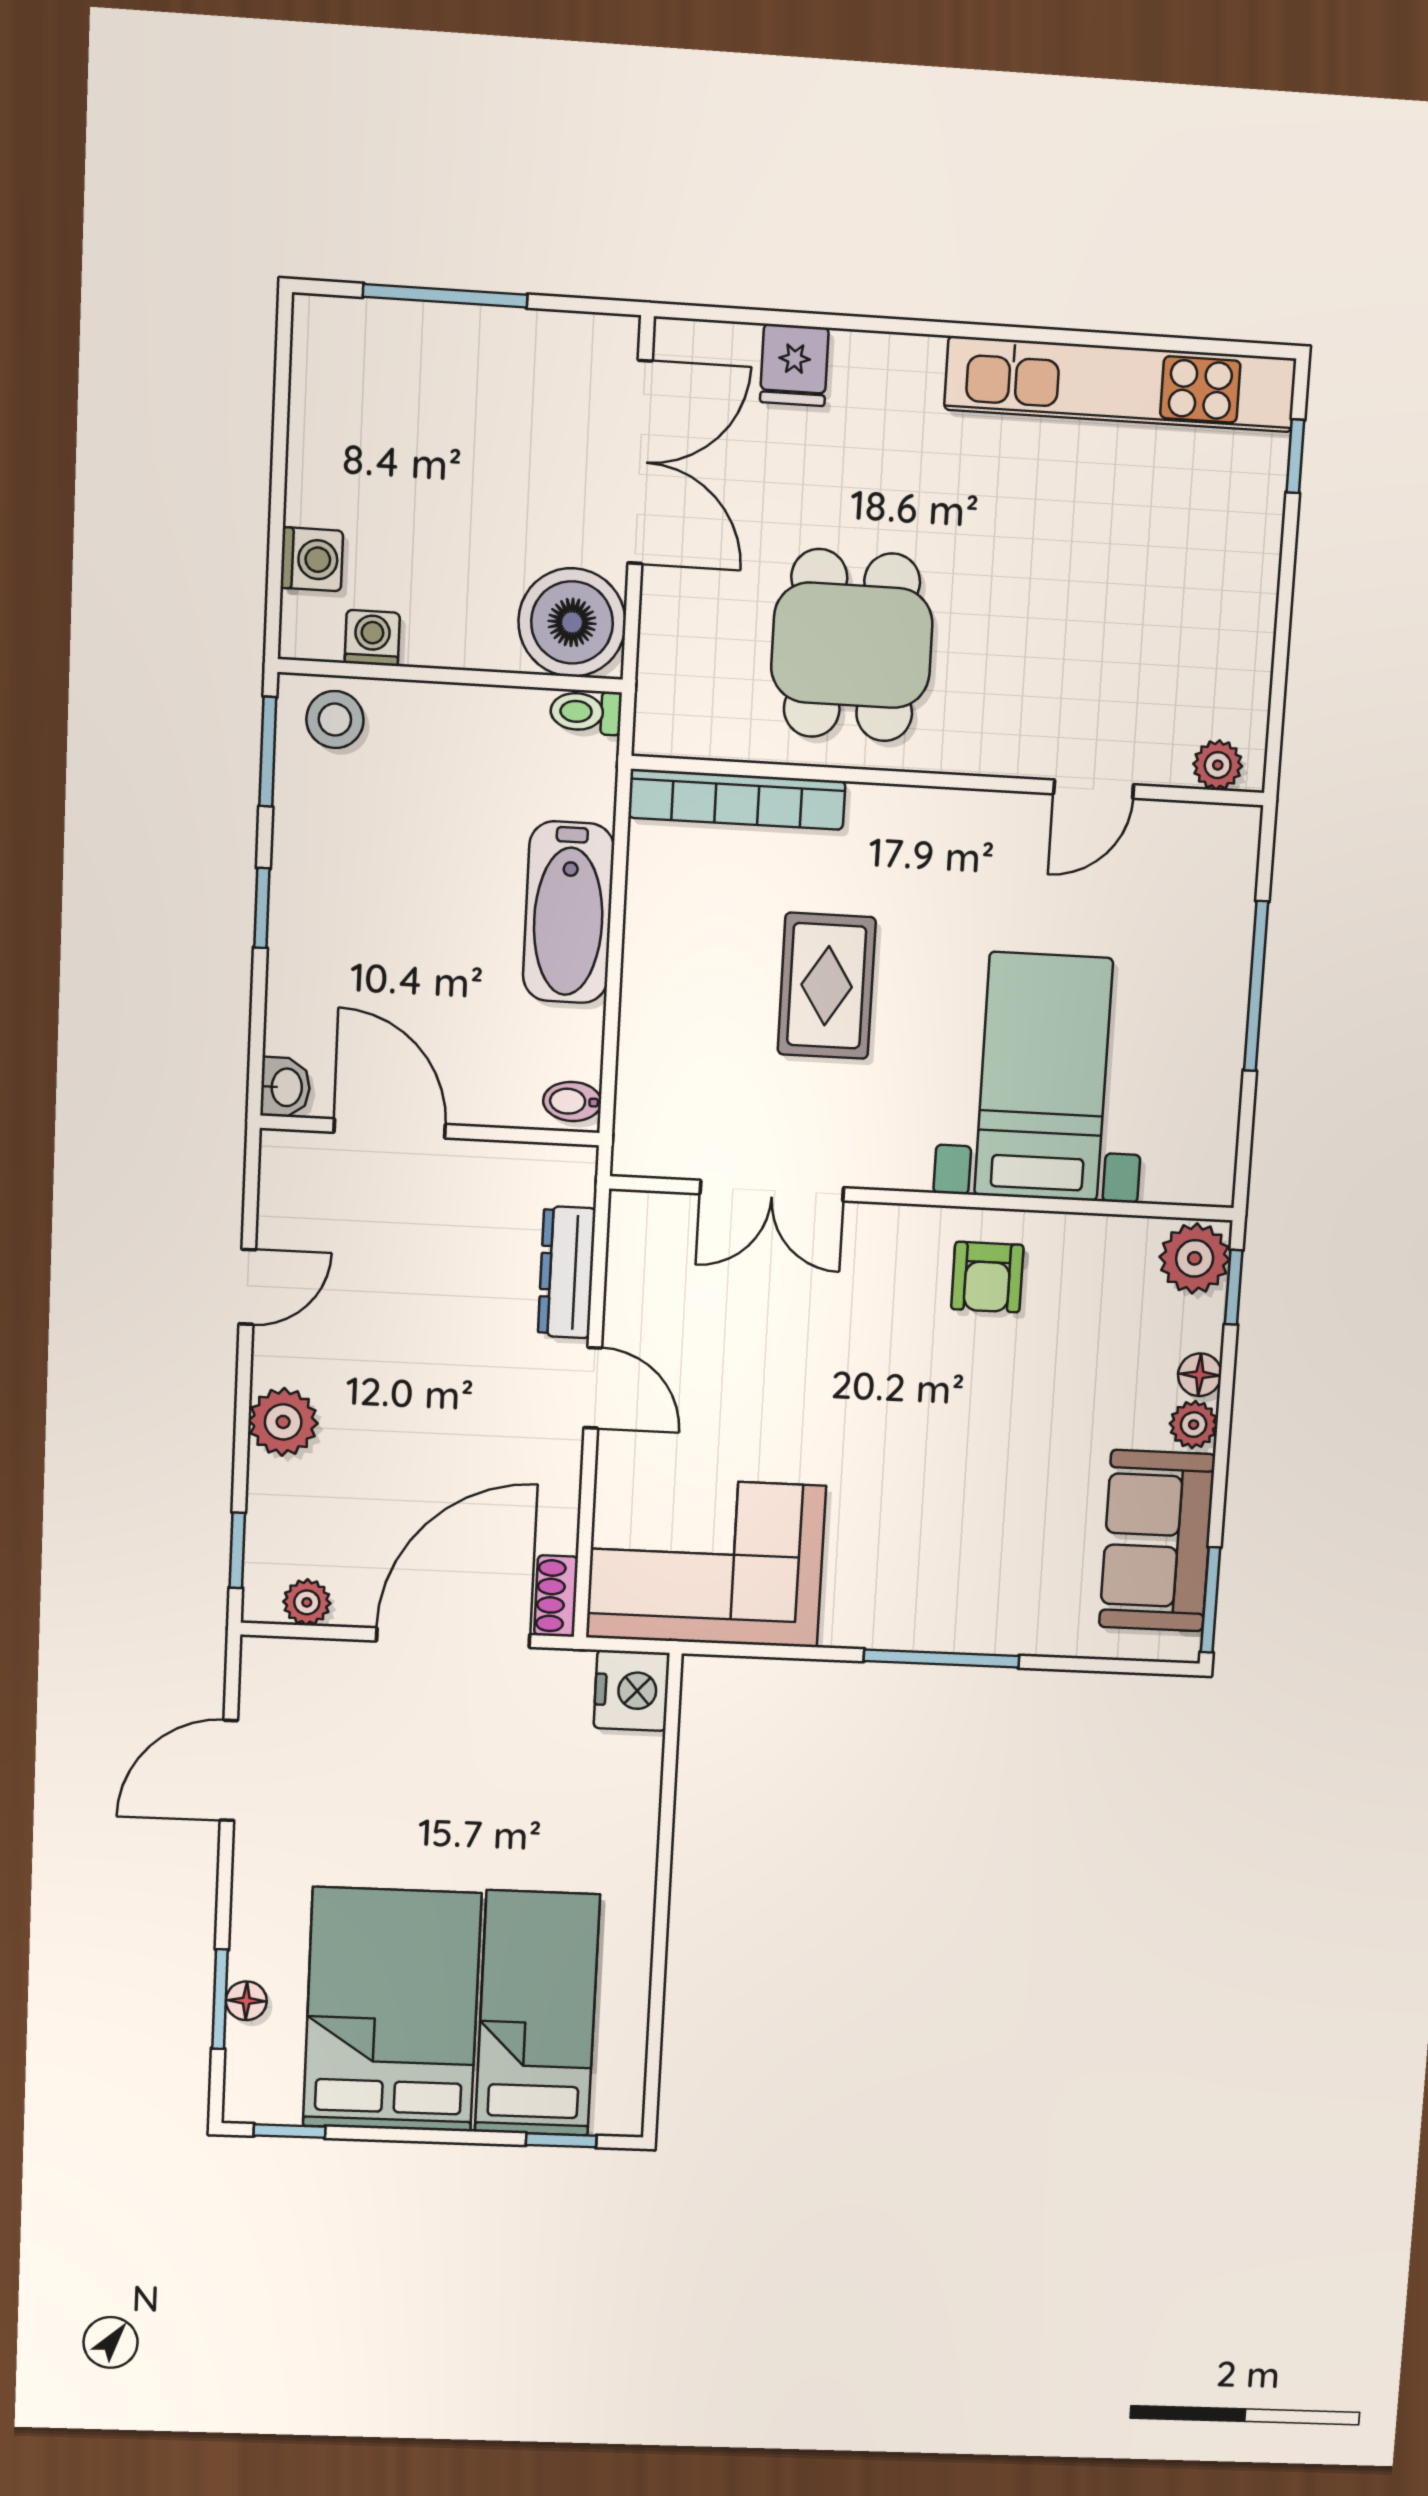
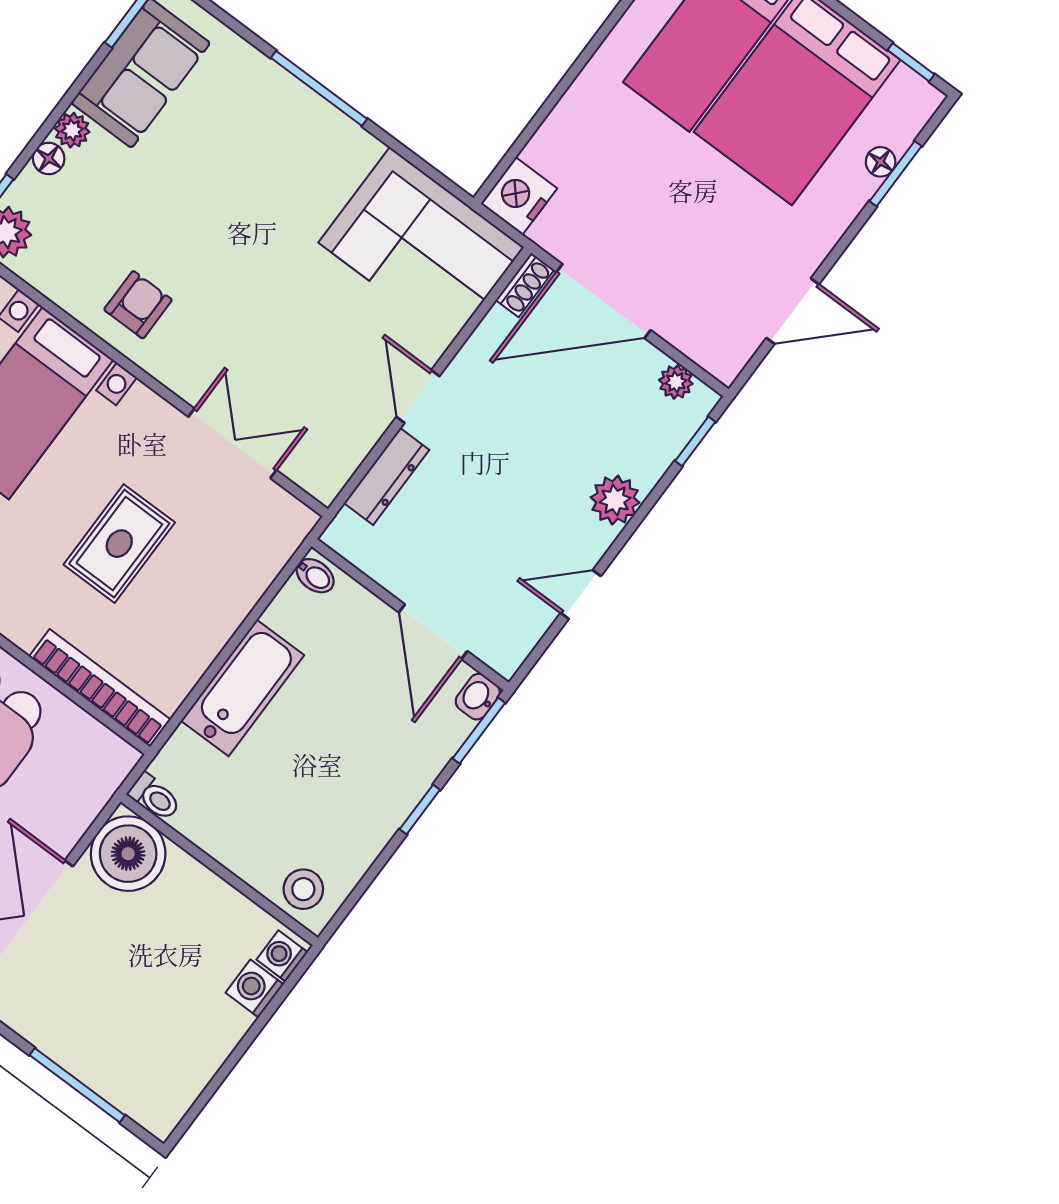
washing machine: (372, 638) -> (282, 956), moved, turned 90
window: (268, 752) -> (479, 731), moved

